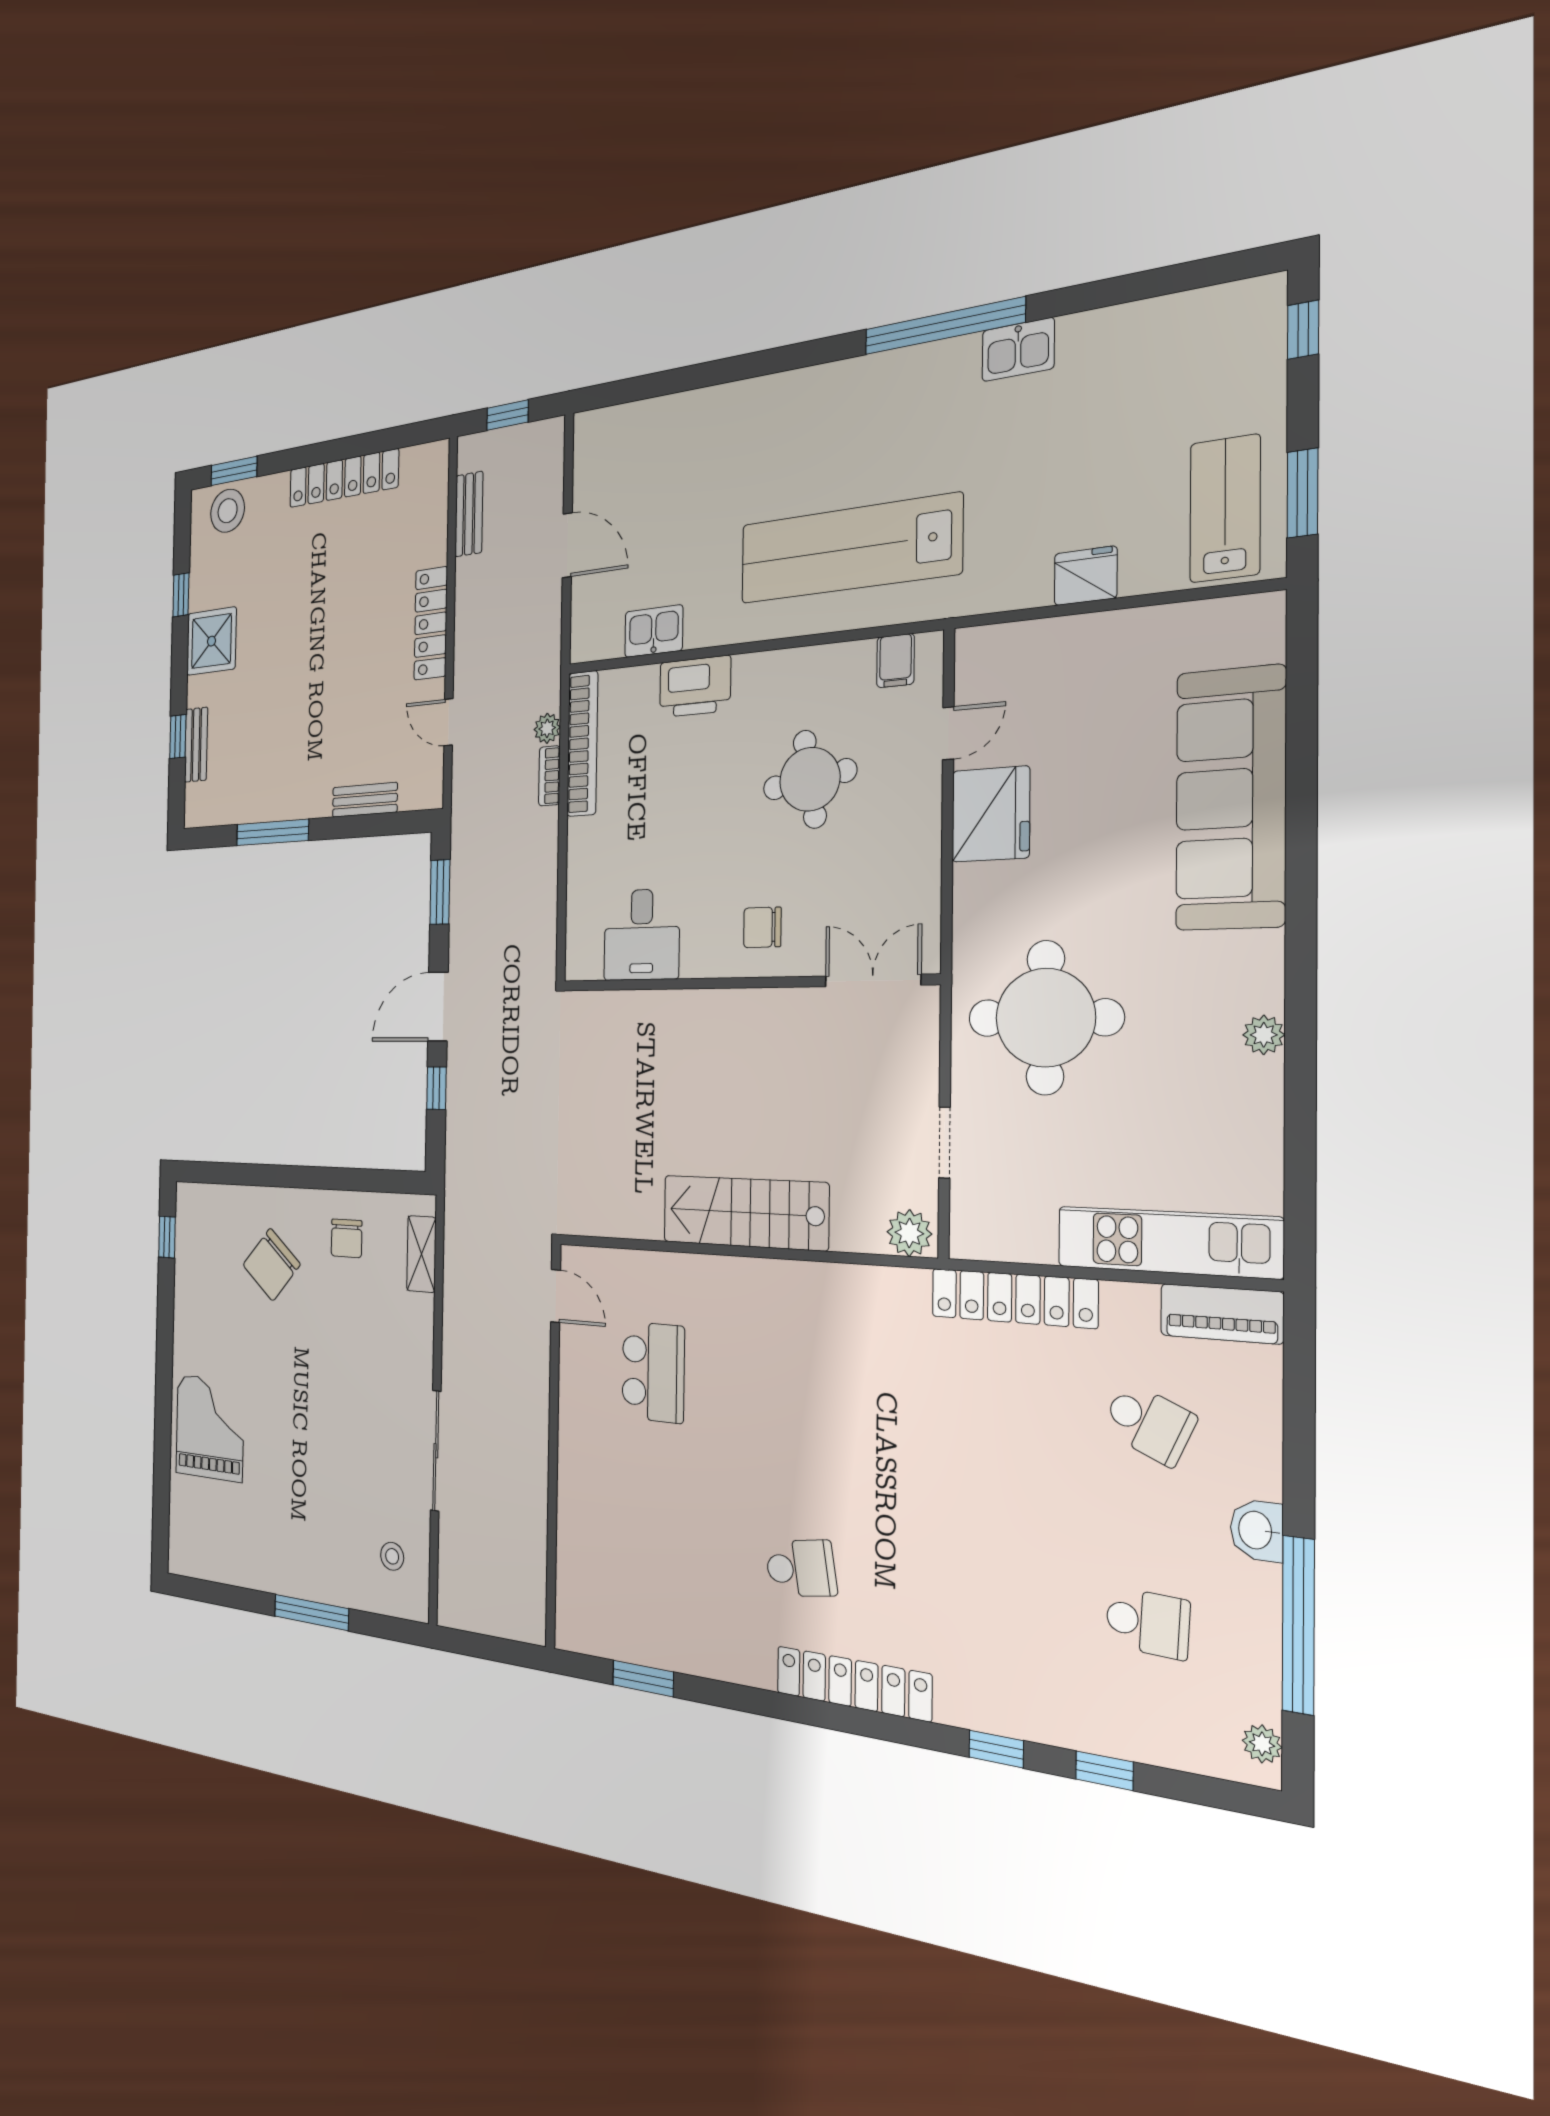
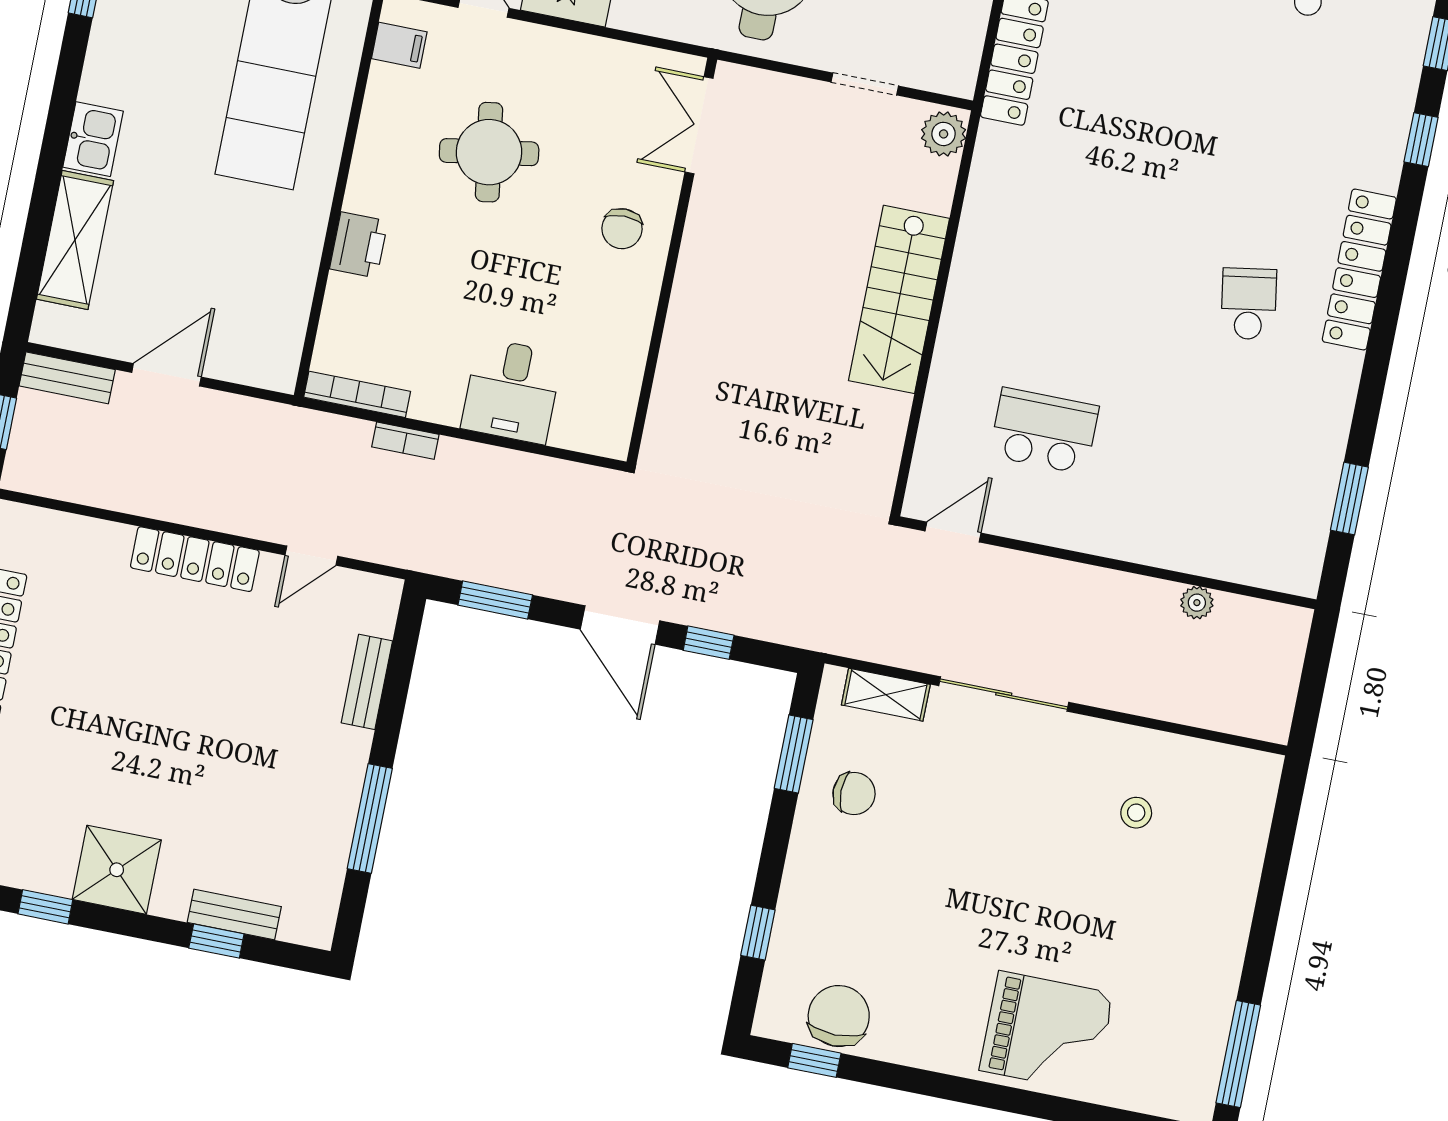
shelving: (664, 420) -> (75, 240), added
bench: (469, 514) -> (67, 378), moved
kitchen sink: (654, 631) -> (93, 139), moved, turned 180
printer: (695, 687) -> (359, 245), width x0.73, depth x0.84
plant: (547, 728) -> (1197, 603), moved
bookcase: (582, 744) -> (357, 394), width x0.68, depth x0.76
desk: (642, 935) -> (512, 391), moved, turned 90
window: (242, 1174) -> (758, 933), added
window: (367, 1180) -> (794, 754), added
chair: (271, 1265) -> (839, 1016), moved, turned -131
grand piano: (210, 1428) -> (1046, 1032), turned 180
sliding door: (436, 1451) -> (1004, 694), moved
stool: (392, 1556) -> (1136, 813), moved
window: (311, 1612) -> (1238, 1054), moved

